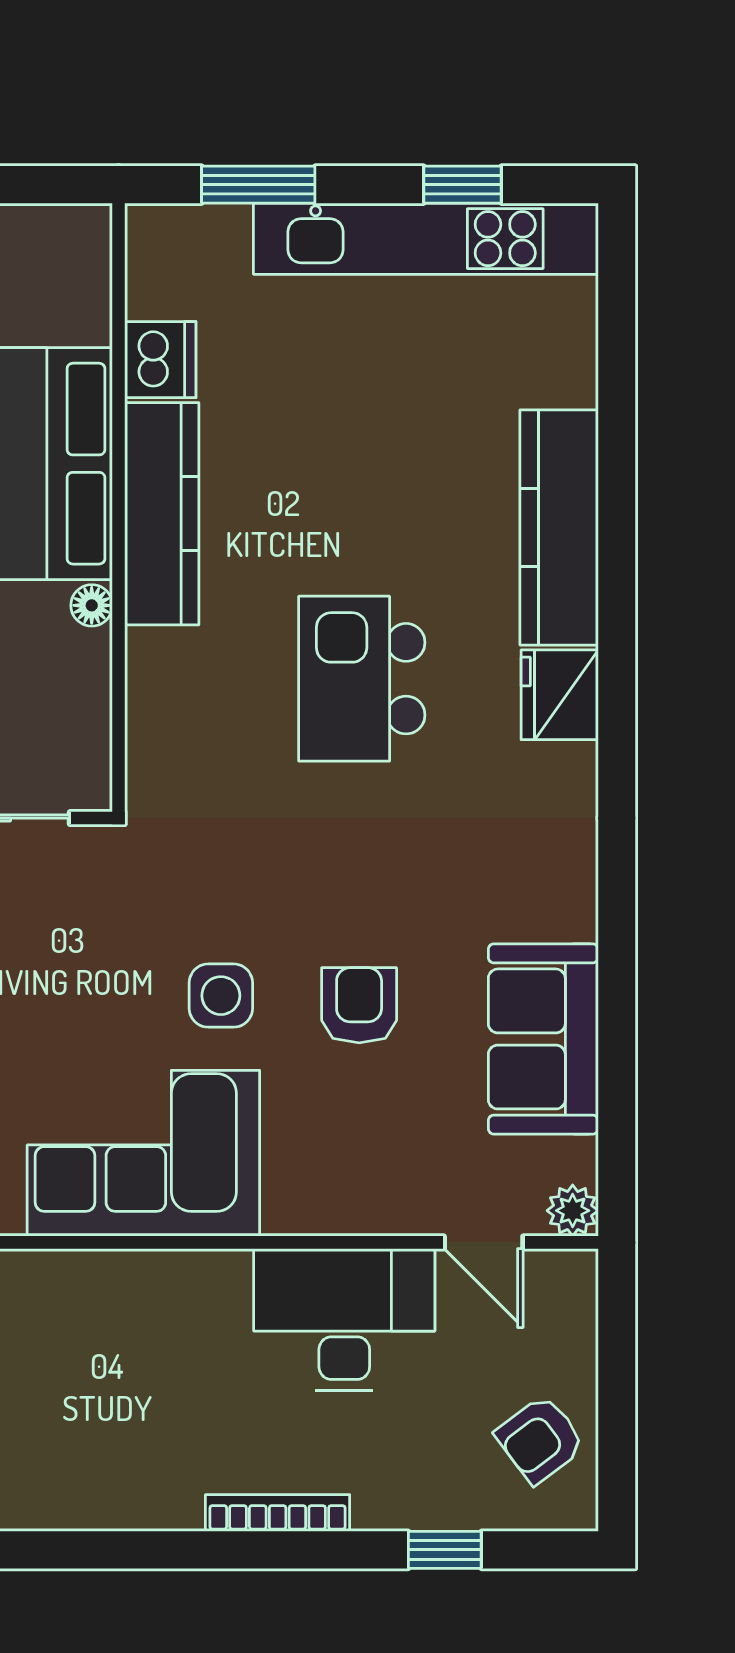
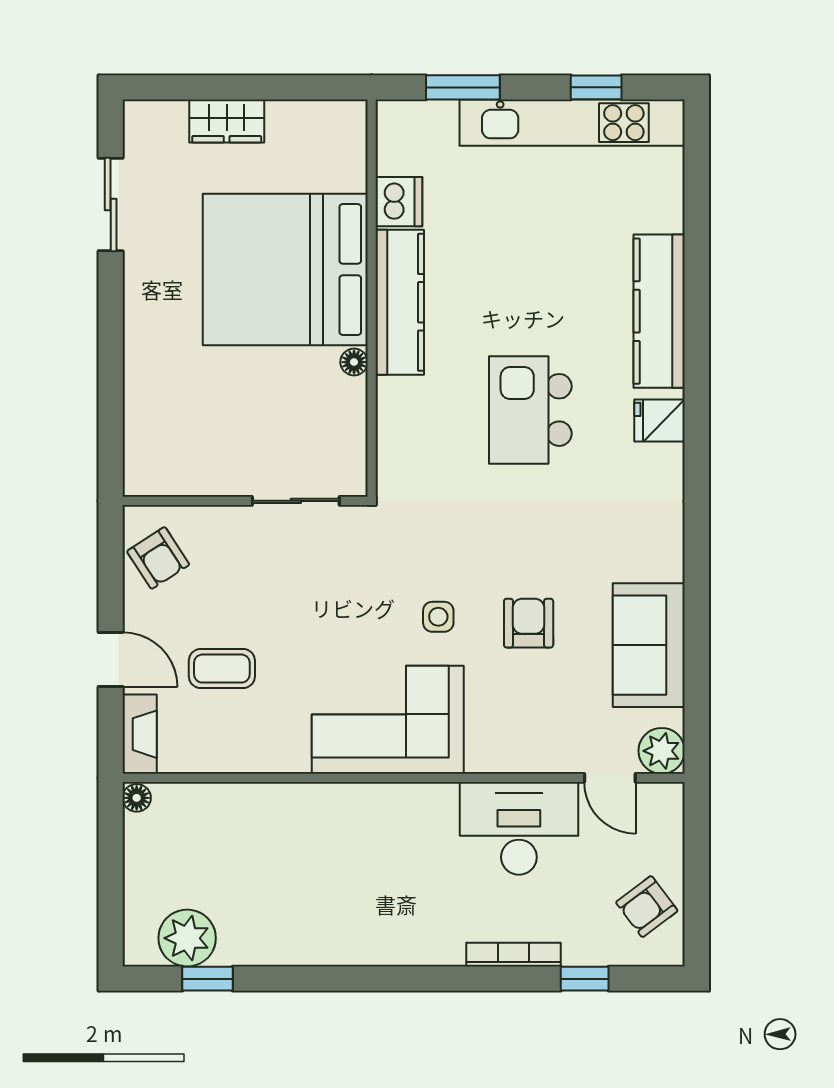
fridge: (560, 695) -> (660, 420), width x0.72
side table: (221, 996) -> (438, 617), width x0.73, depth x0.73
plant: (573, 1211) -> (662, 751), width x1.38, depth x1.38
bookcase: (278, 1513) -> (513, 955), moved

